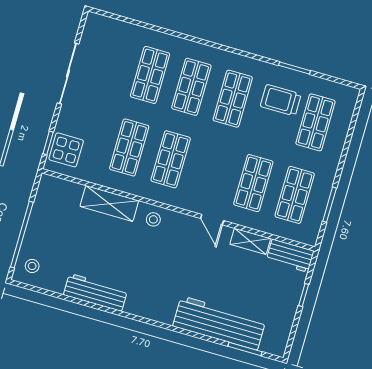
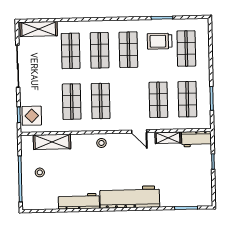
shelving: (114, 30) -> (39, 29), added
shelving: (109, 204) -> (52, 142), moved
stool: (32, 266) -> (40, 172), moved
workbench: (219, 323) -> (130, 197), moved

